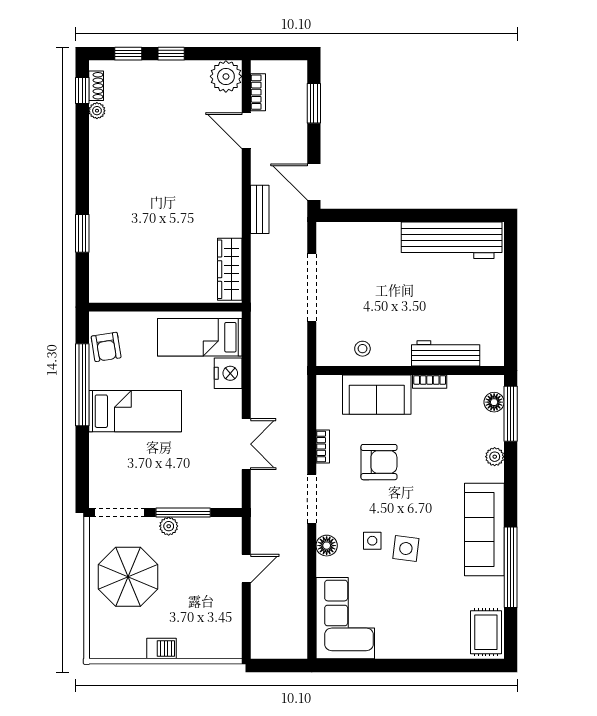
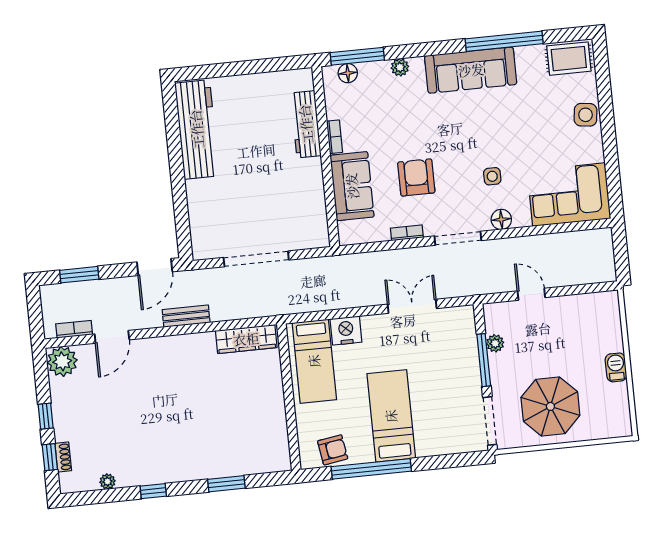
shoe rack: (96, 86) -> (63, 457), moved, turned 90
window: (82, 90) -> (153, 491), moved
stool: (362, 349) -> (309, 204), removed
plant: (169, 526) -> (495, 343), moved
side table: (406, 549) -> (586, 115), moved

